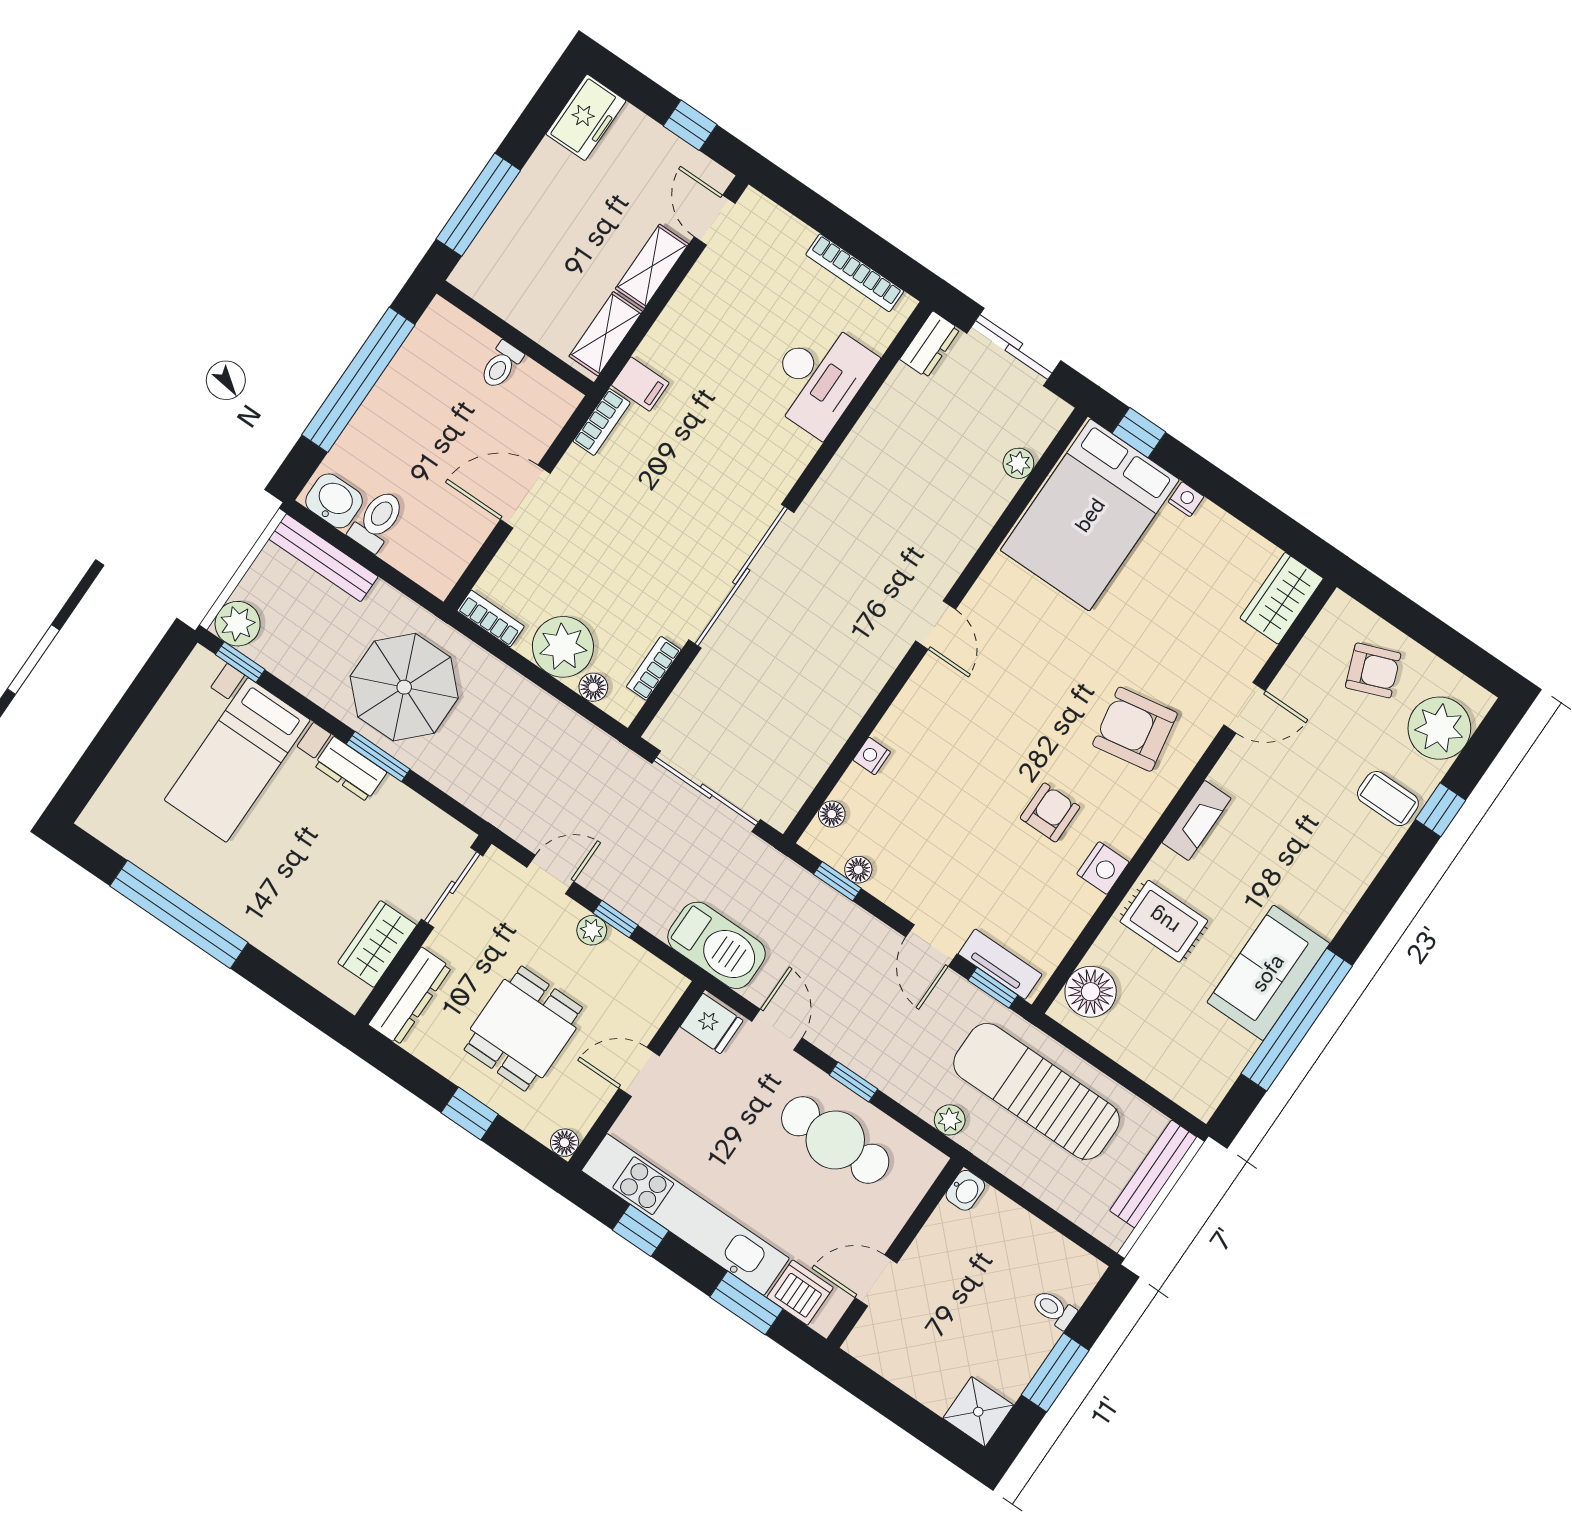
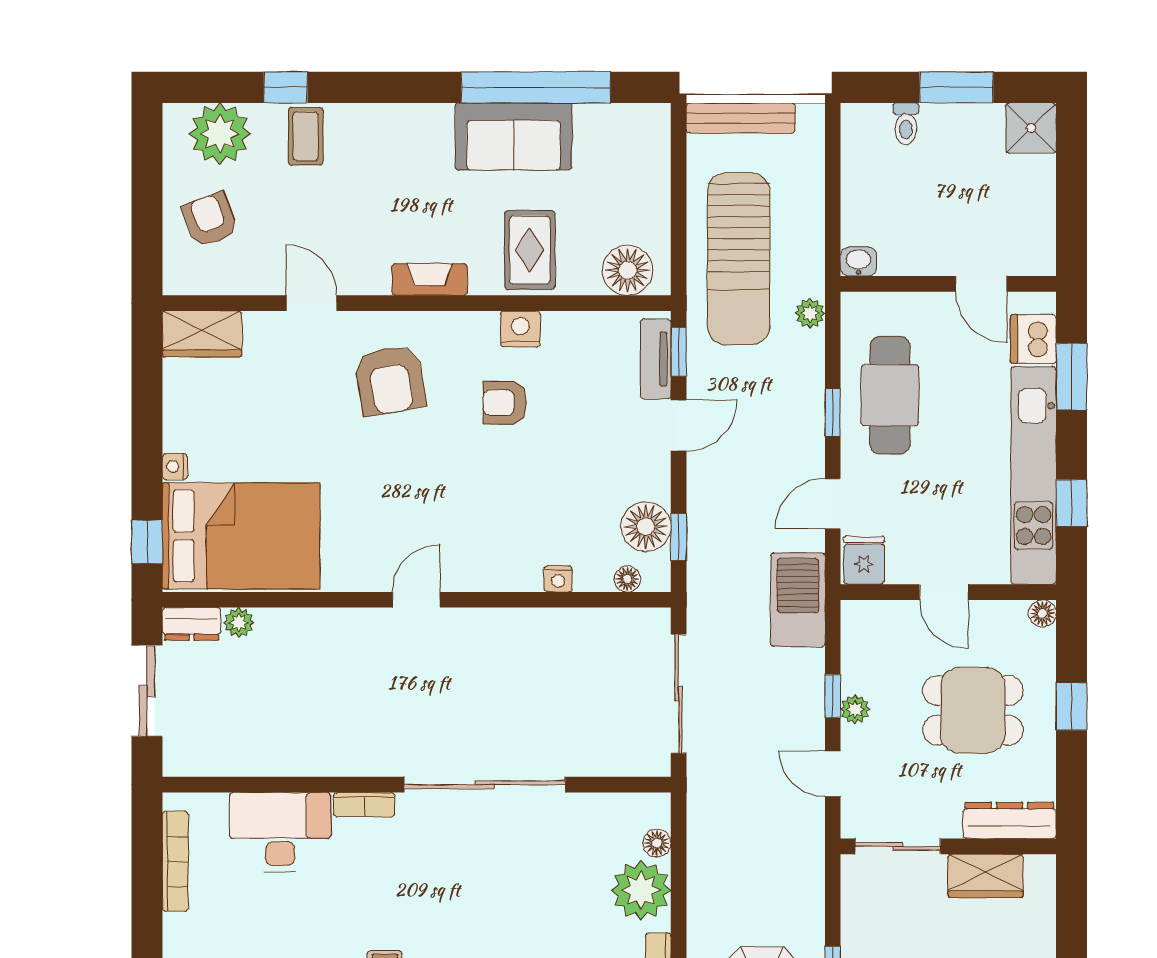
dresser: (930, 344) -> (192, 624), moved, turned 180
bookcase: (654, 668) -> (364, 805), moved
floor lamp: (858, 870) -> (646, 527), width x1.89, depth x1.89

